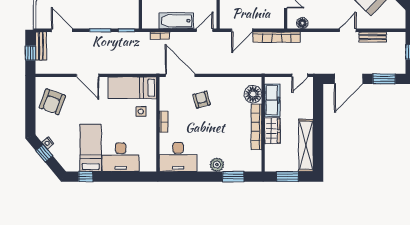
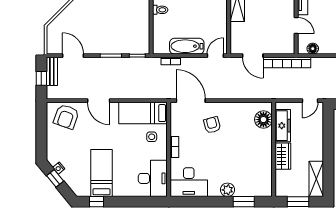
door: (242, 30) -> (253, 56), hinge flipped
armchair: (52, 102) -> (66, 117), moved
bookcase: (256, 127) -> (267, 152), removed
shelving: (306, 145) -> (316, 179), width x0.68
desk: (121, 157) -> (153, 178), moved, turned -90

